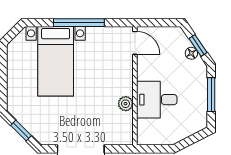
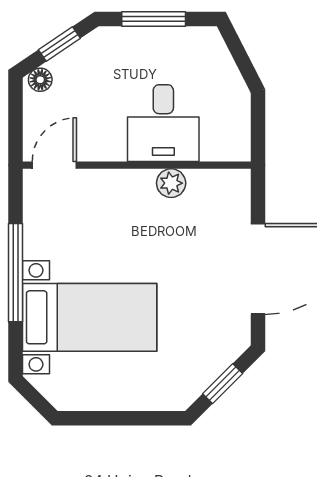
floor lamp: (191, 53) -> (40, 80), moved

